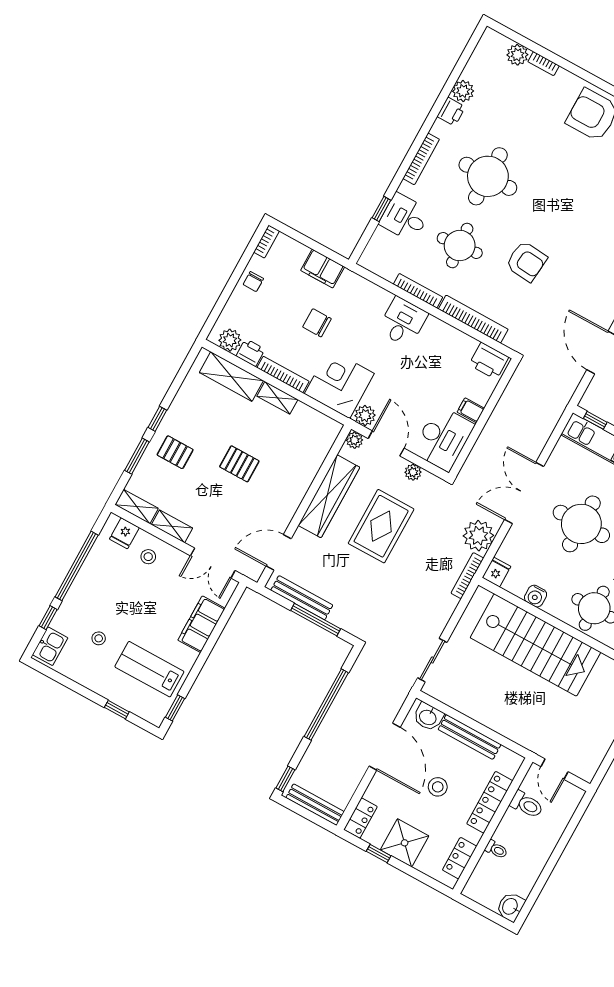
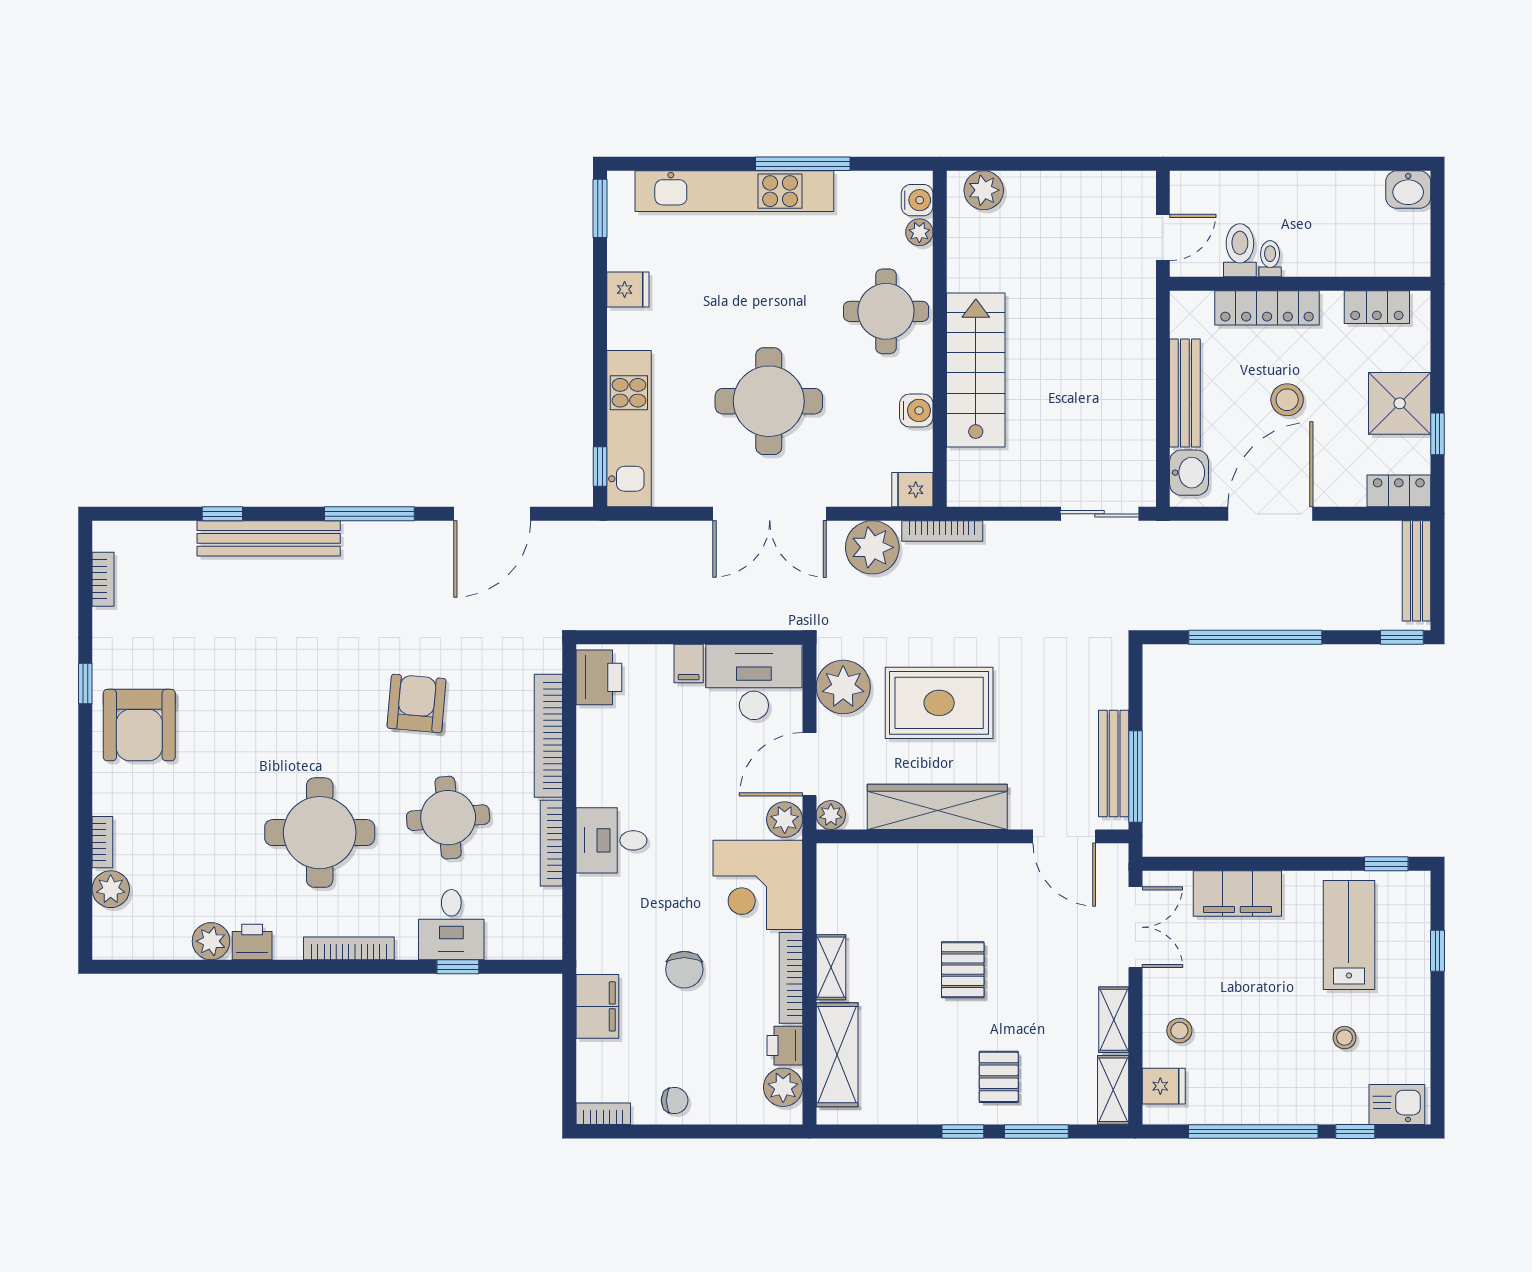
plant: (413, 472) -> (843, 687), width x1.88, depth x1.88
window: (316, 620) -> (1135, 777), moved
stairs: (535, 645) -> (976, 370), width x0.73, depth x0.66
lab bench: (149, 669) -> (1349, 935), turned 180
toilet: (496, 849) -> (1270, 259), moved

